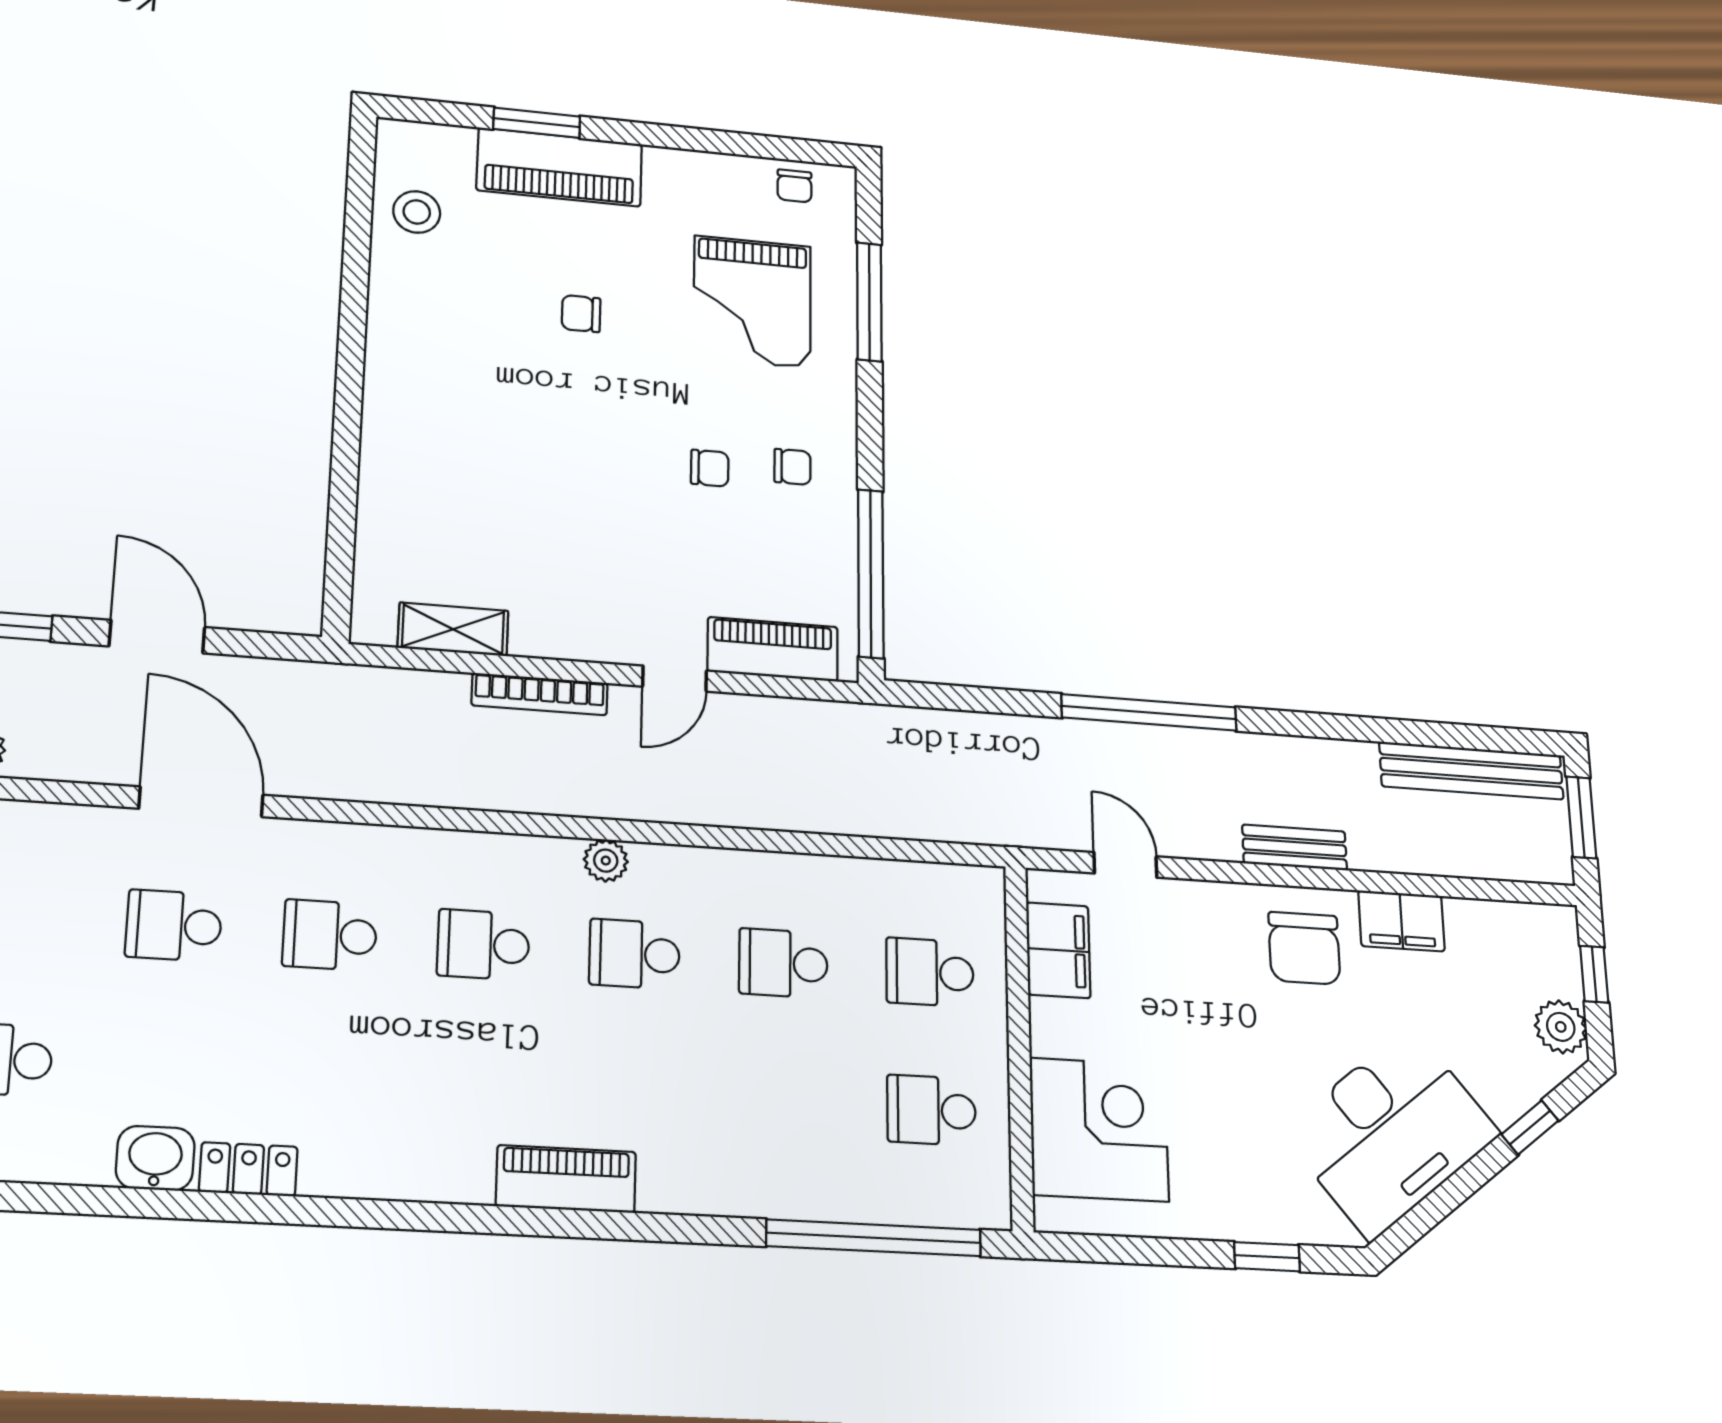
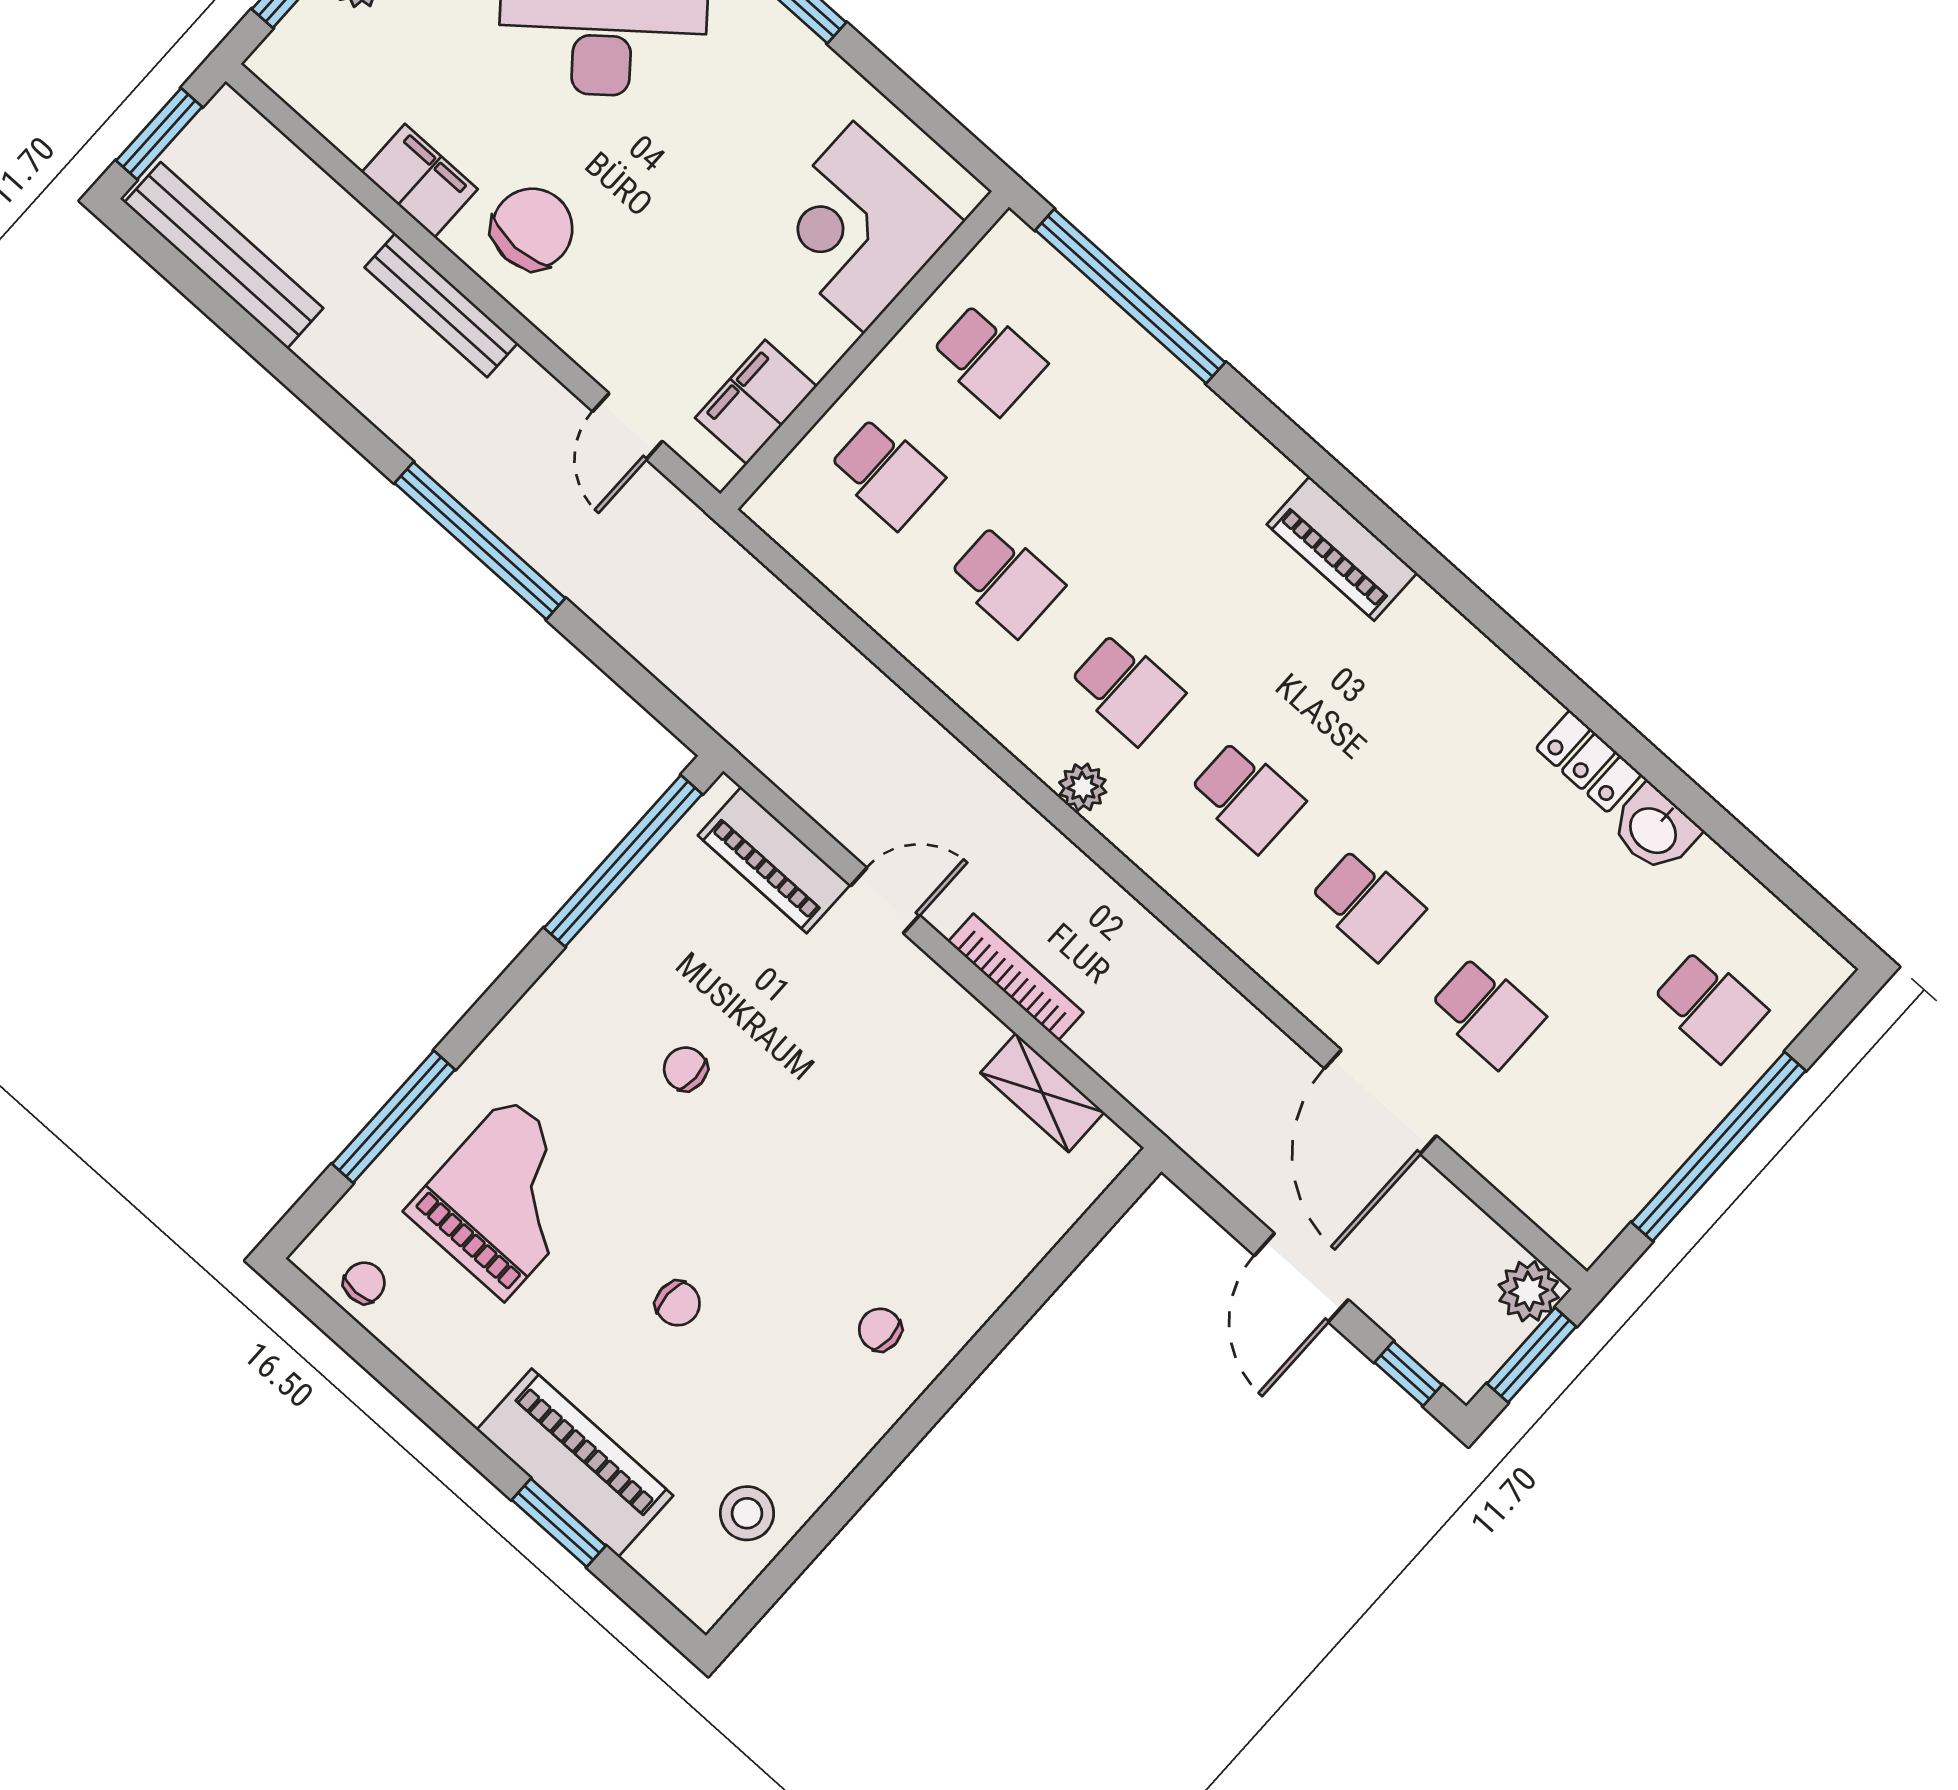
chair: (792, 467) -> (880, 1330), moved
bench: (1295, 847) -> (441, 305), width x1.36

